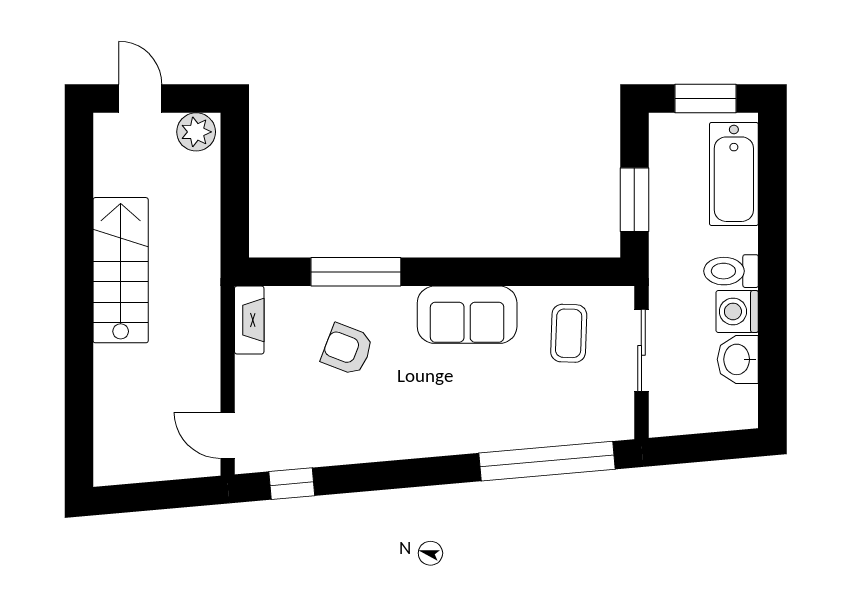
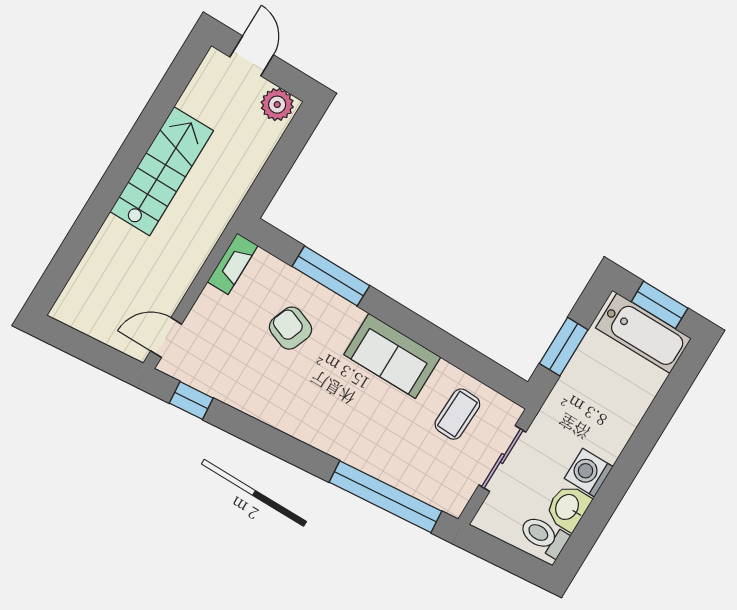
bathtub: (734, 174) -> (643, 333), moved, turned -90
toilet: (731, 271) -> (544, 536), moved
door: (228, 435) -> (166, 338), hinge flipped

